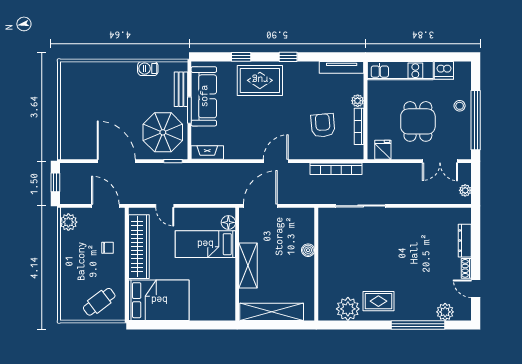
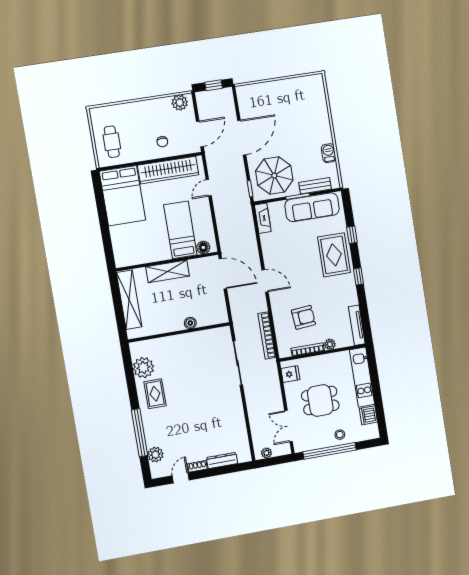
cafe table: (99, 302) -> (112, 142), turned 37

